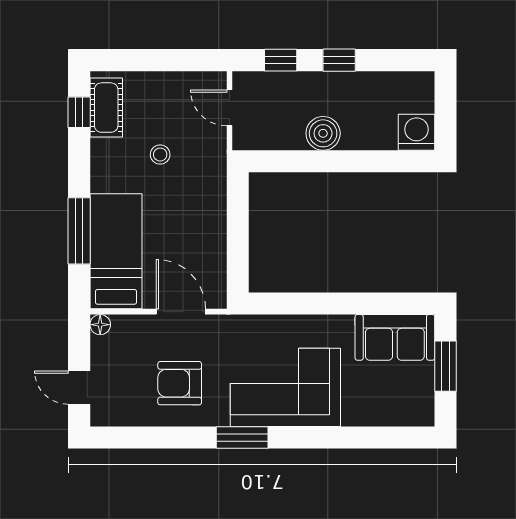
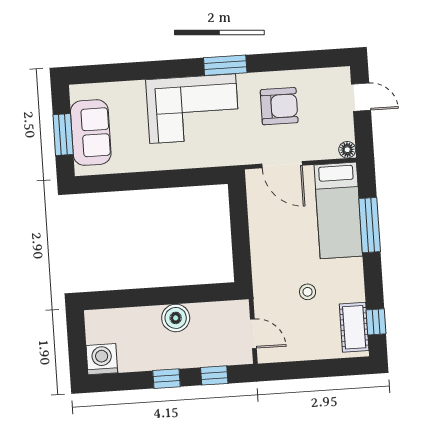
washing machine: (416, 132) -> (102, 359), moved, turned 180
sofa: (395, 337) -> (91, 133), moved, turned 90

